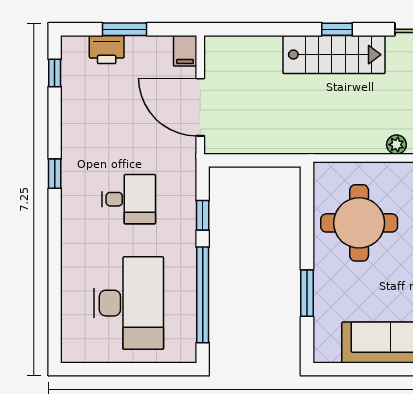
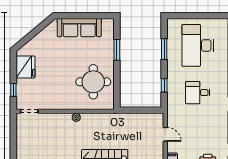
door: (200, 107) -> (165, 134), width x0.53
window: (203, 295) -> (164, 49), width x0.47

